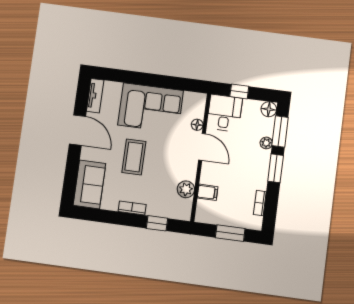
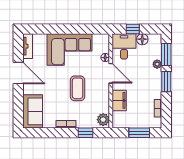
floor lamp: (269, 109) -> (142, 39), moved
coffee table: (134, 157) -> (78, 88), moved
plant: (186, 189) -> (103, 120), moved
filing cabinet: (208, 192) -> (119, 100), width x2.00

